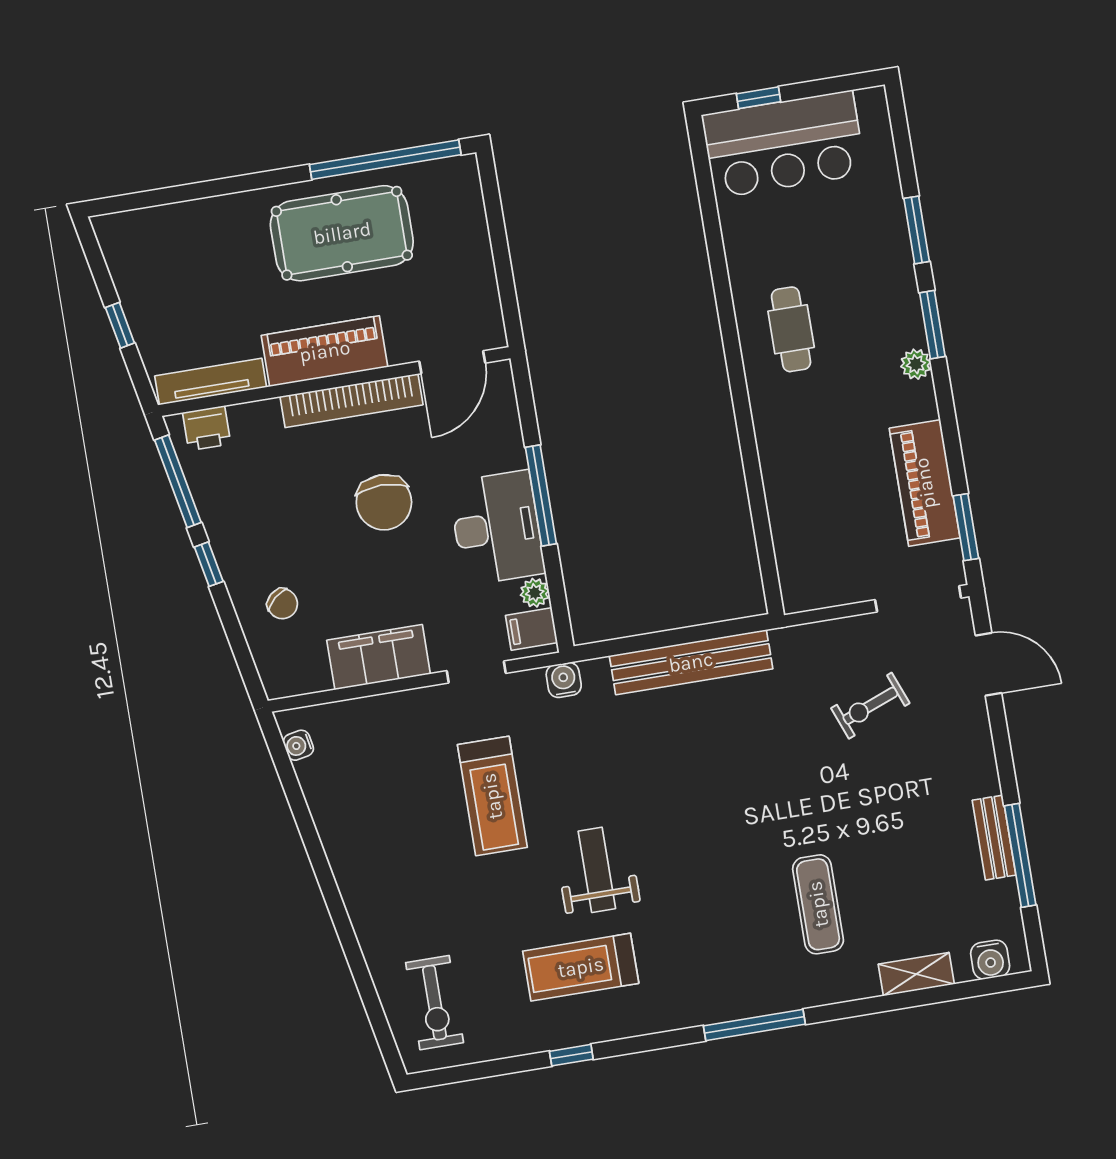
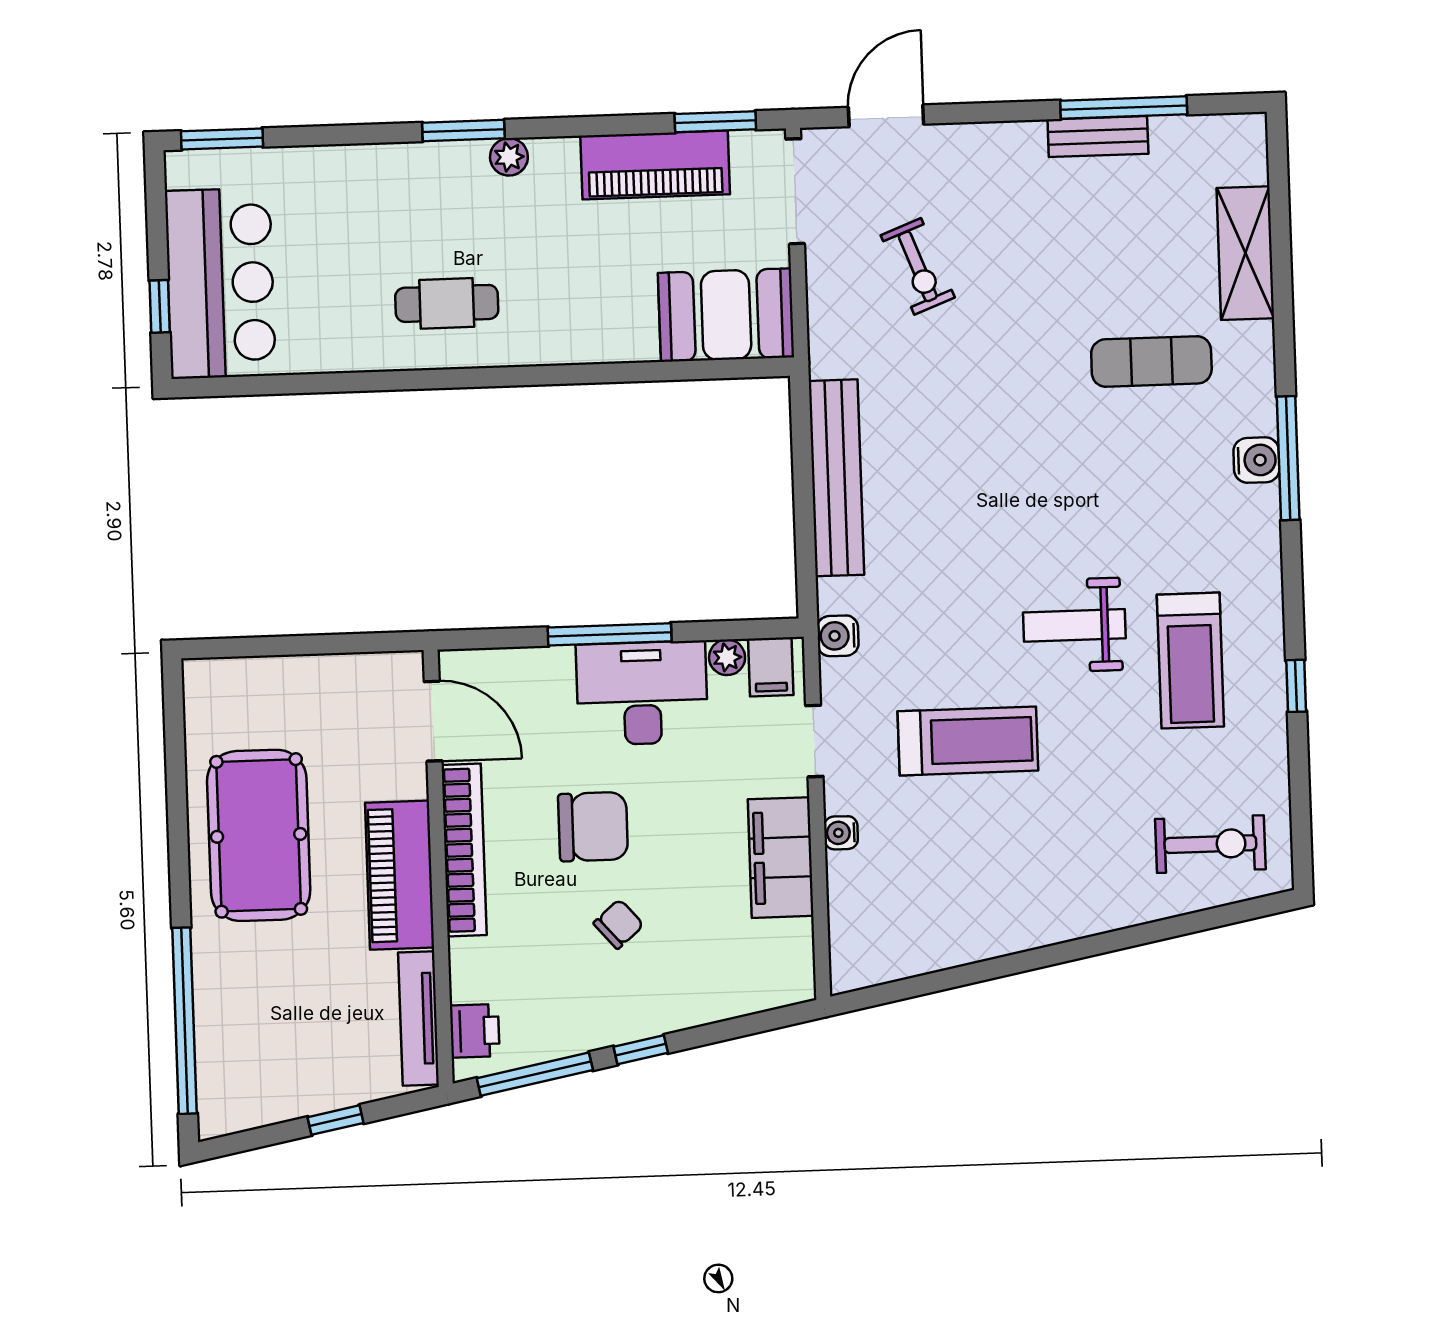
window: (385, 160) -> (185, 1021), moved
window: (917, 230) -> (222, 139), moved
booth: (811, 556) -> (726, 315), added
chair: (282, 604) -> (619, 924), moved
water cooler: (298, 745) -> (841, 833), moved, turned 101
water cooler: (990, 960) -> (1256, 460), moved
shelving: (916, 974) -> (1245, 253), width x1.50, depth x1.33

